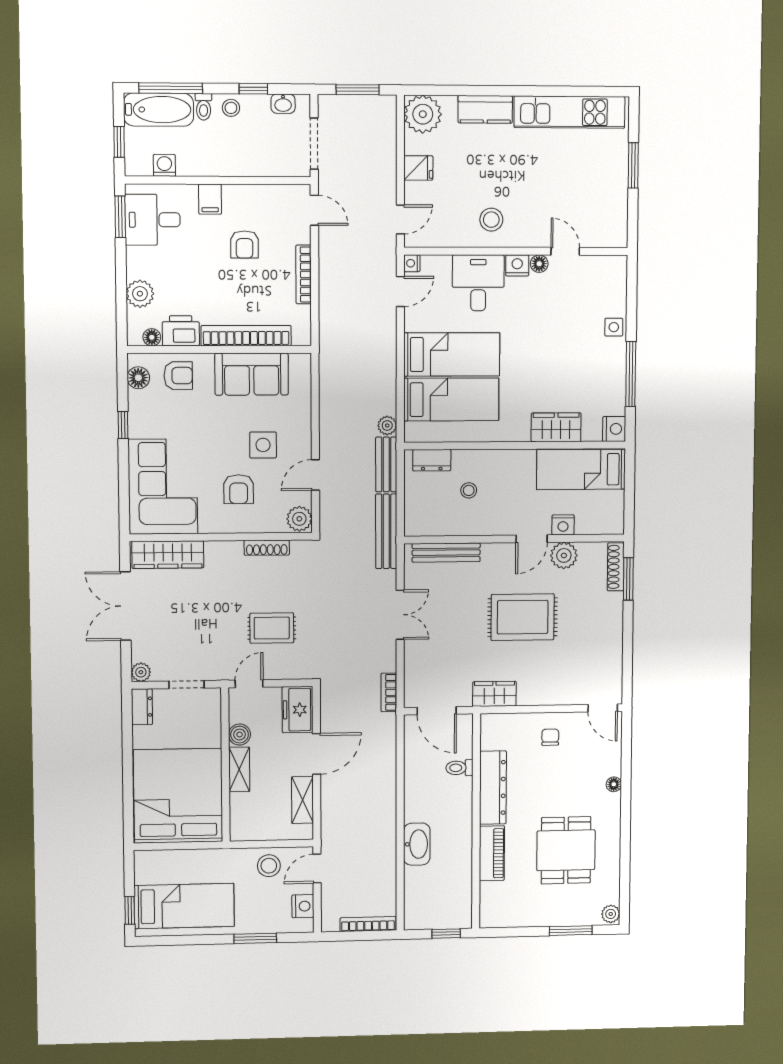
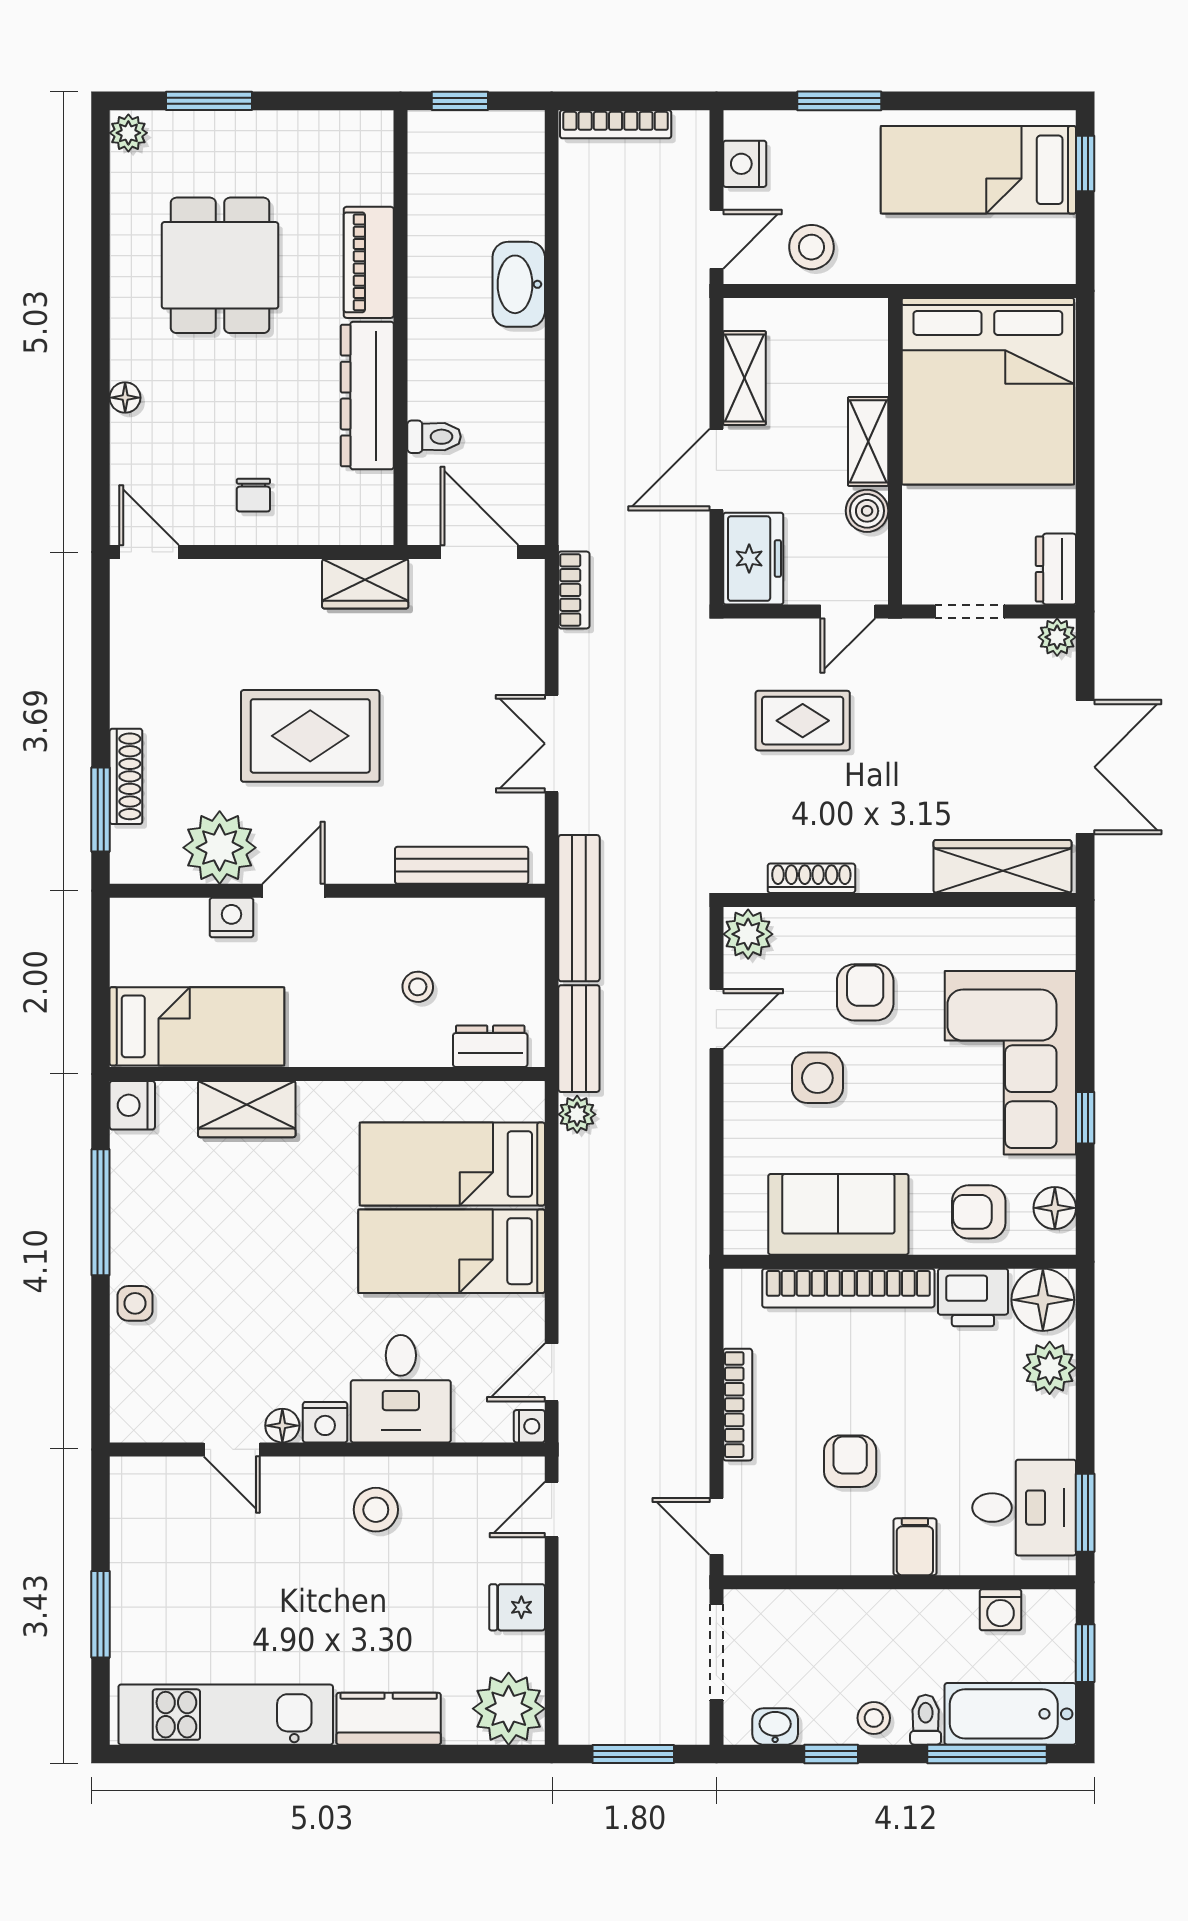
floor lamp: (152, 337) -> (1043, 1300), width x1.89, depth x1.89
corner sofa: (163, 487) -> (1010, 1063), moved
plant: (564, 555) -> (220, 848), width x1.36, depth x1.36
shoe rack: (616, 567) -> (126, 776), moved

